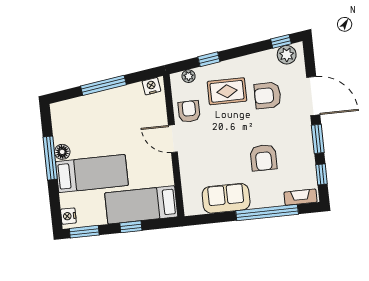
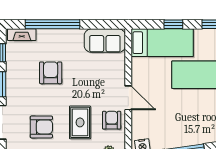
rug: (227, 91) -> (80, 122), moved, turned 90
armchair: (189, 111) -> (112, 120), turned 180
sofa: (226, 198) -> (105, 41), moved

